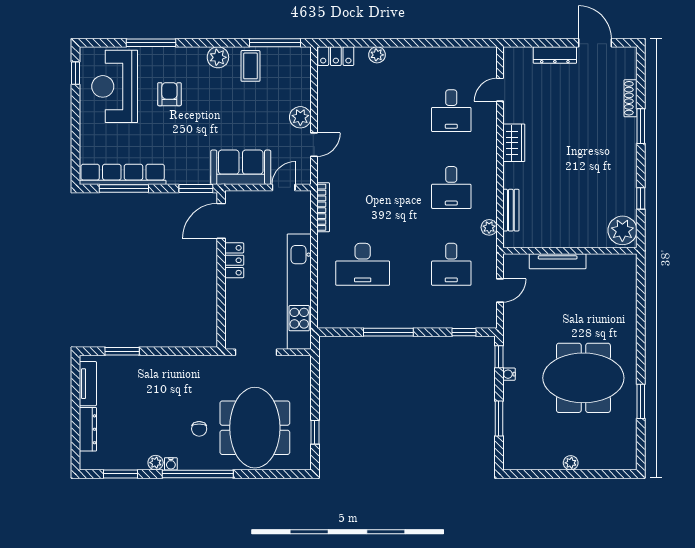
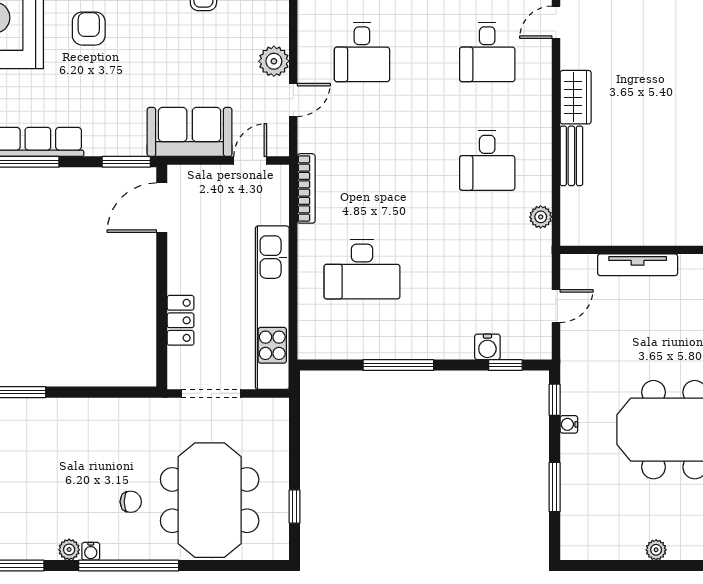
bench: (511, 210) -> (571, 156), moved
locker: (234, 260) -> (181, 320), moved
desk: (451, 264) -> (362, 52), moved
water cooler: (451, 319) -> (487, 347), added
chair: (199, 429) -> (131, 502), turned -90

